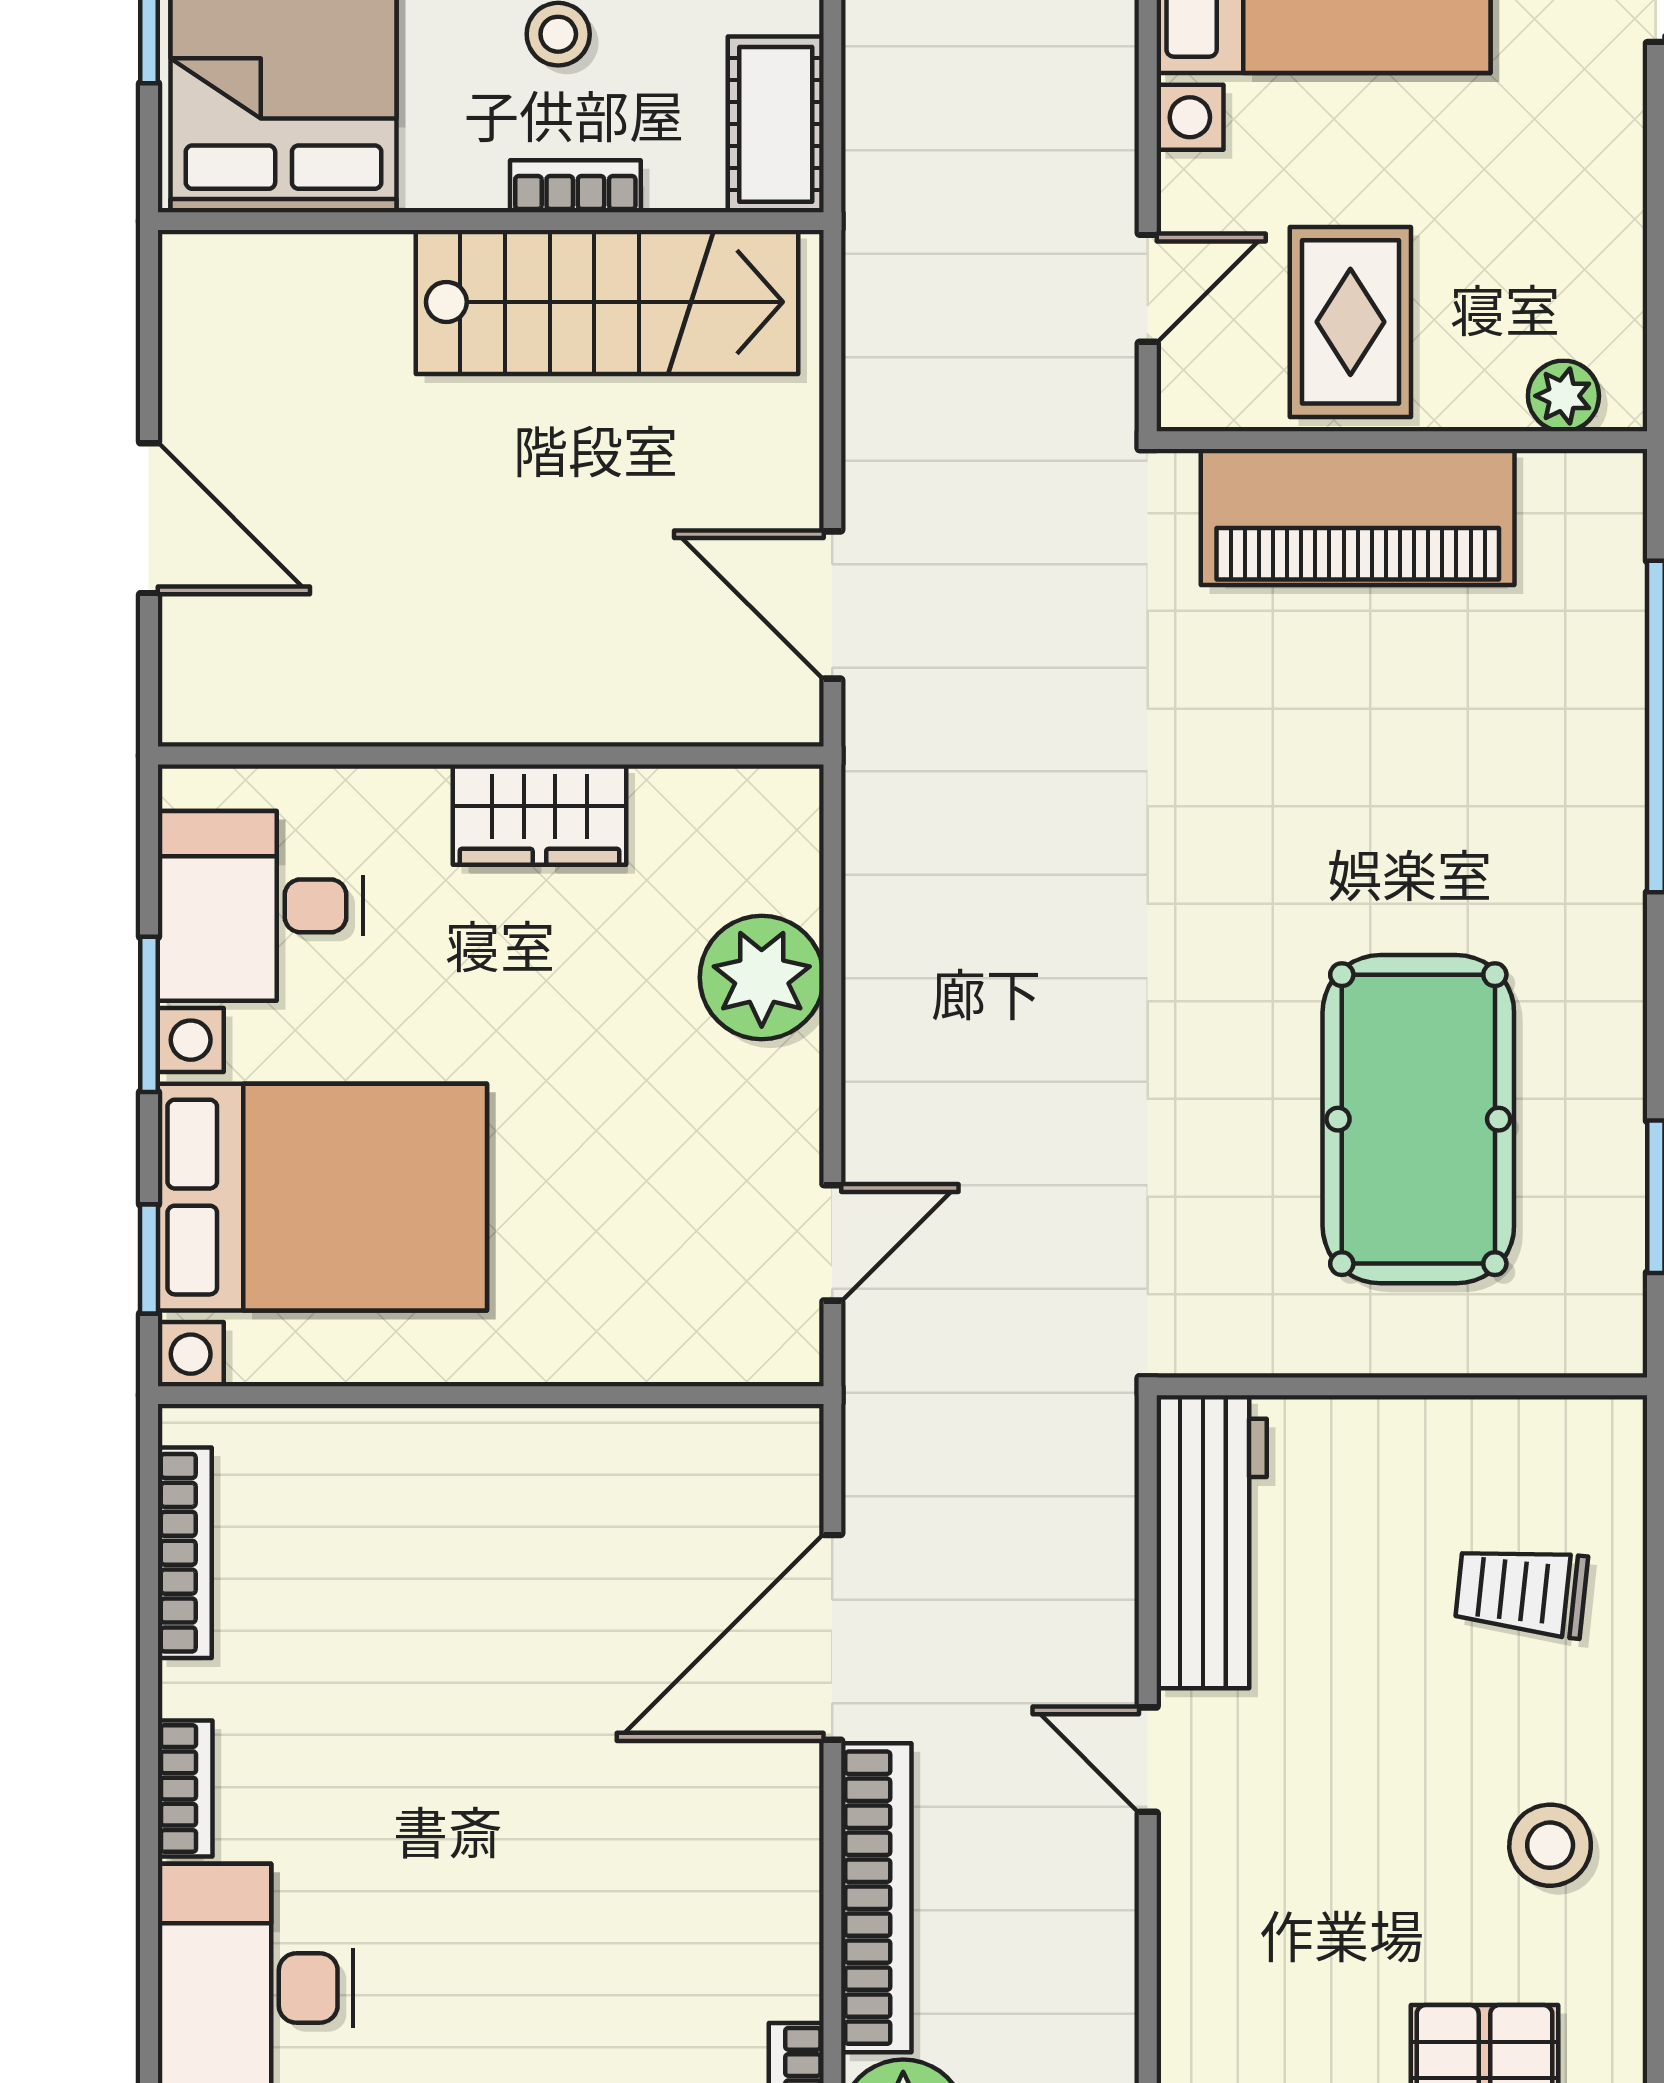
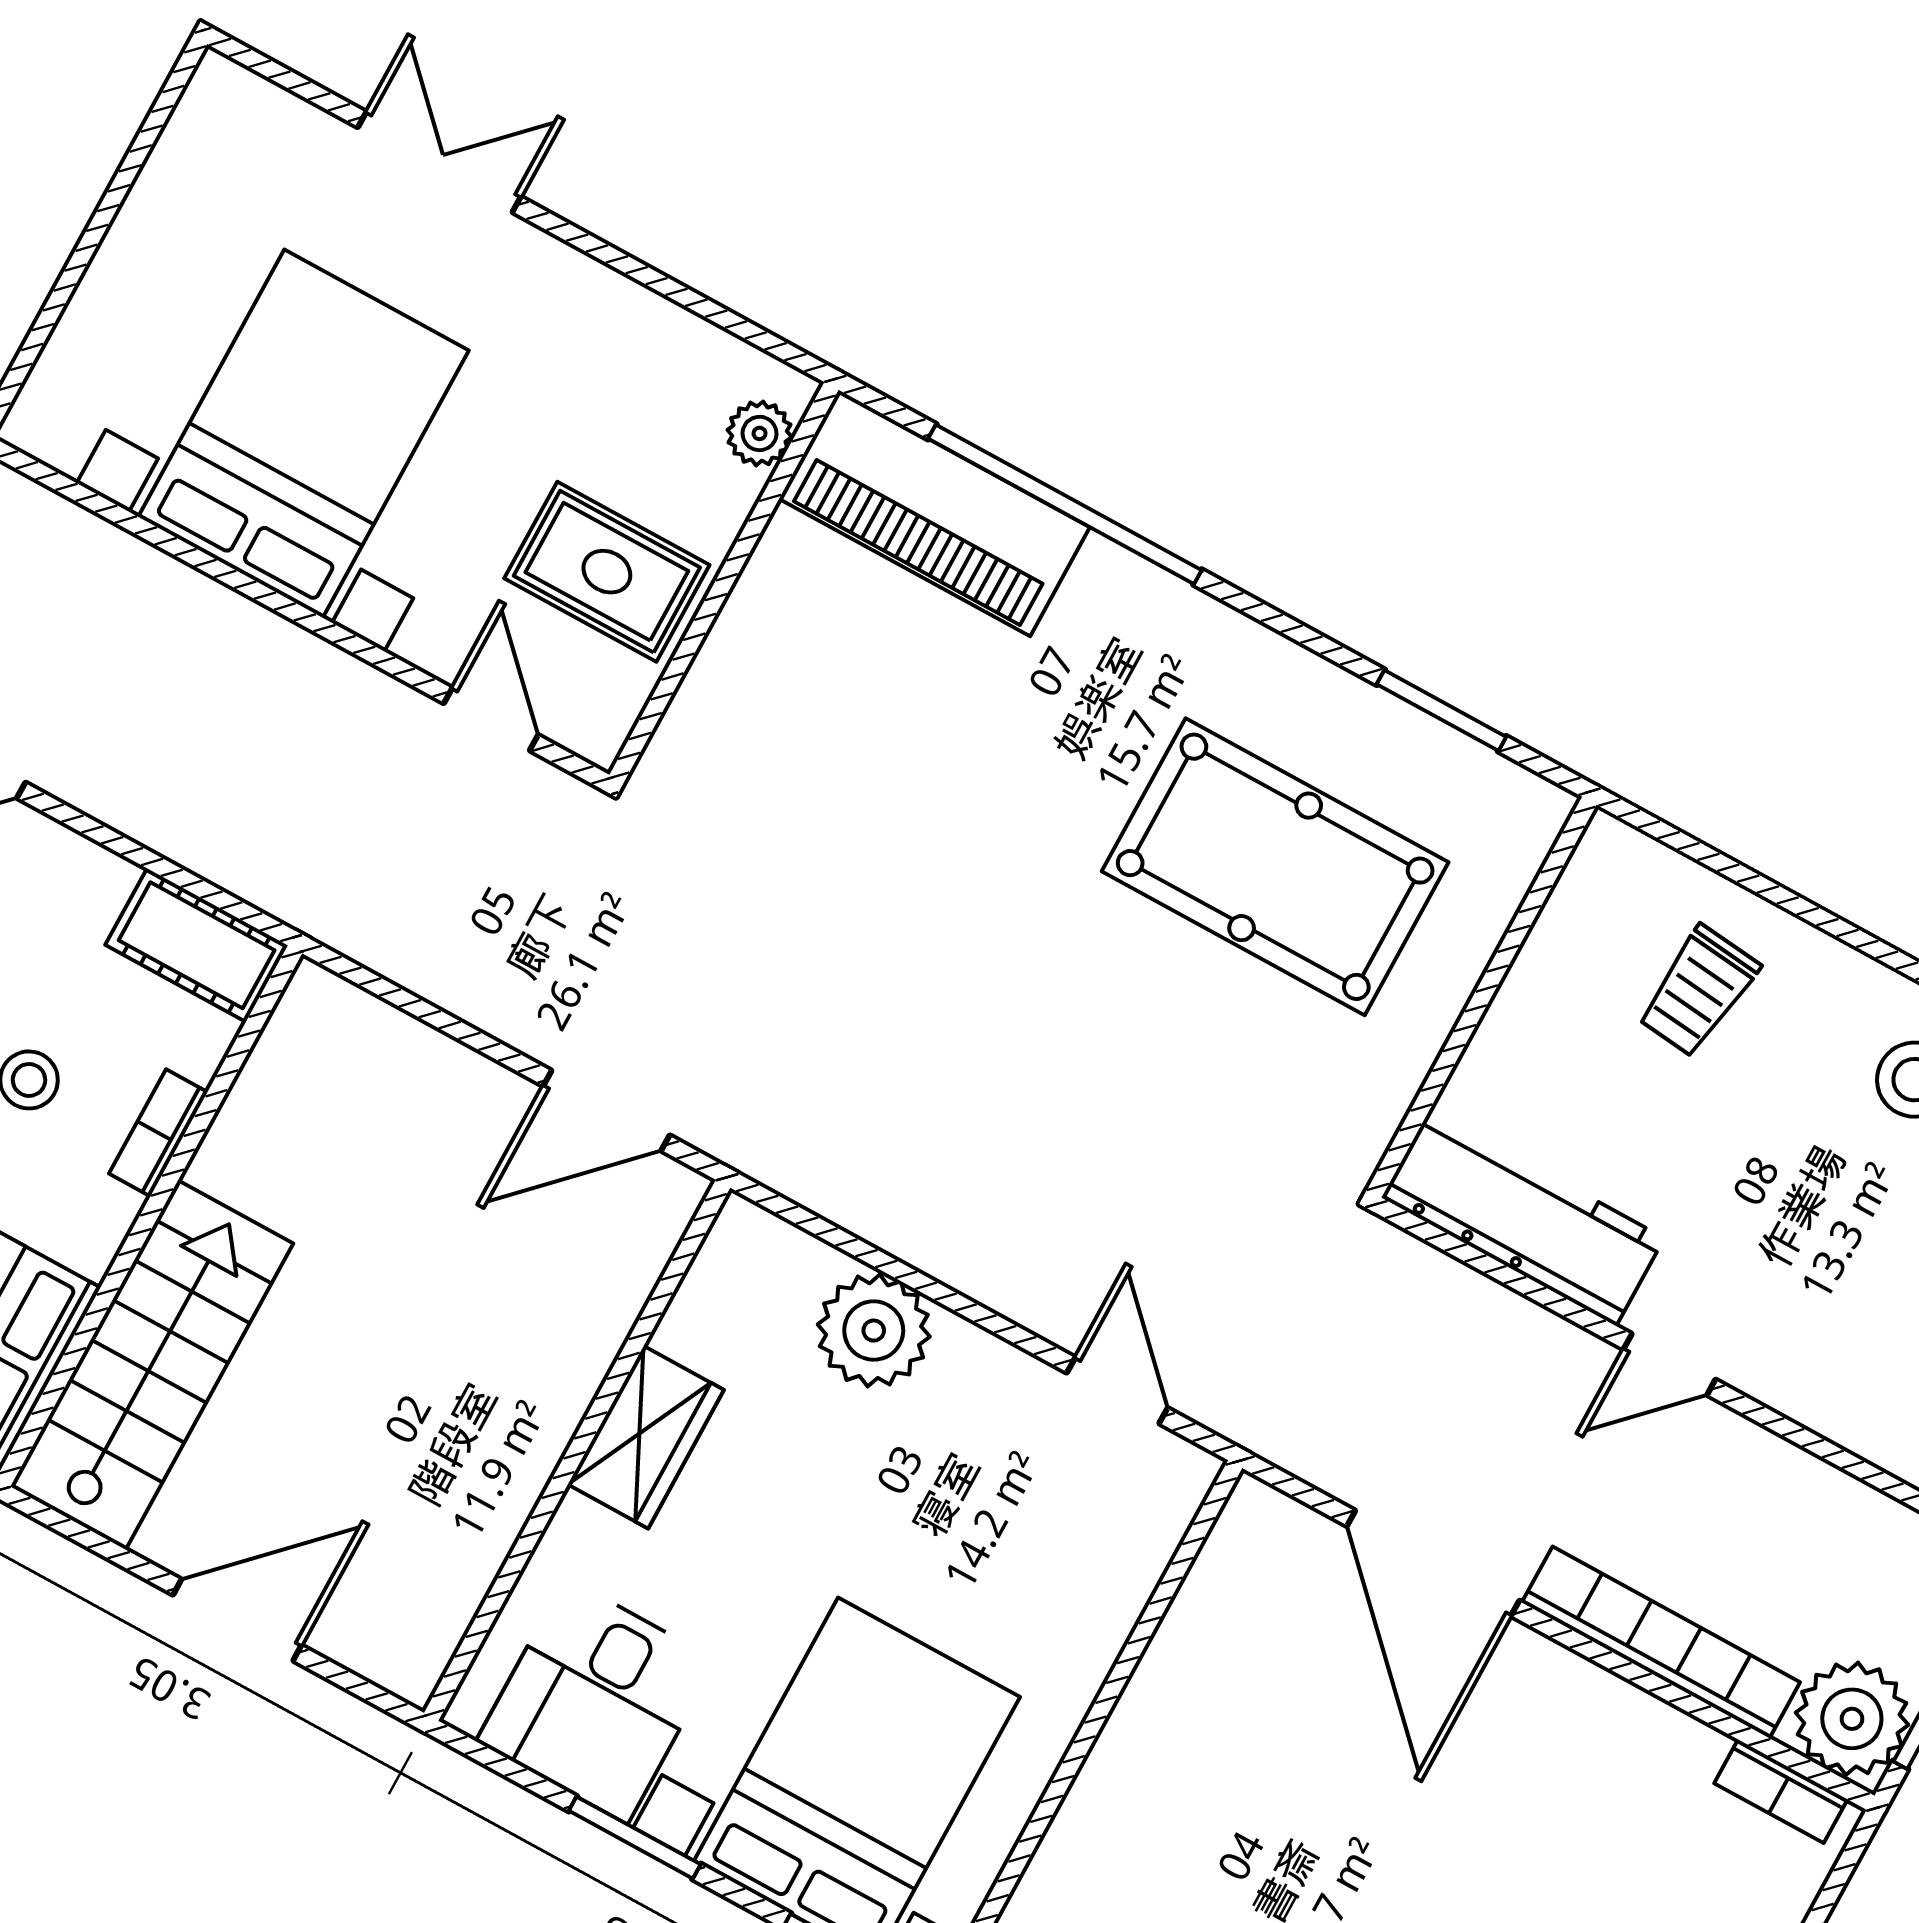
stairs: (607, 302) -> (152, 1365), moved
piano: (1358, 517) -> (934, 513), moved, turned 90

